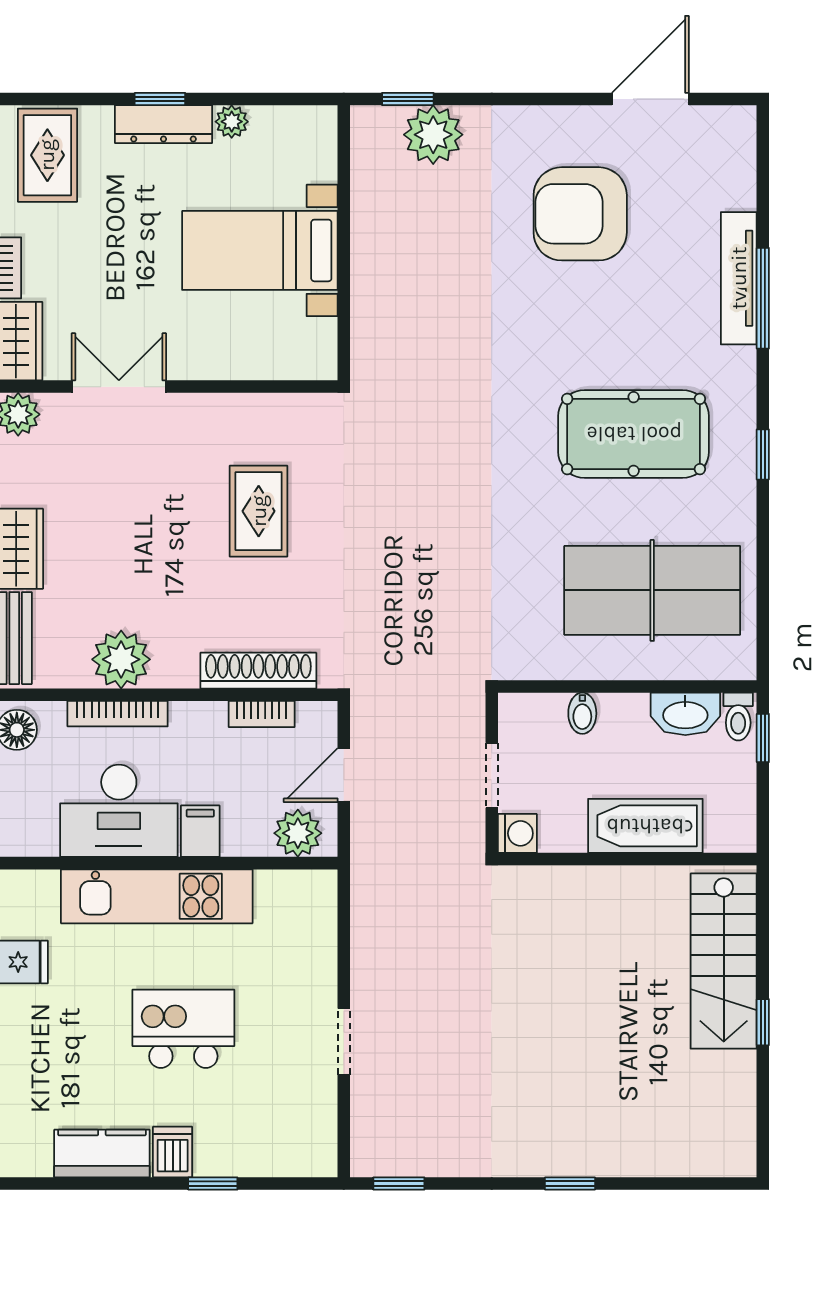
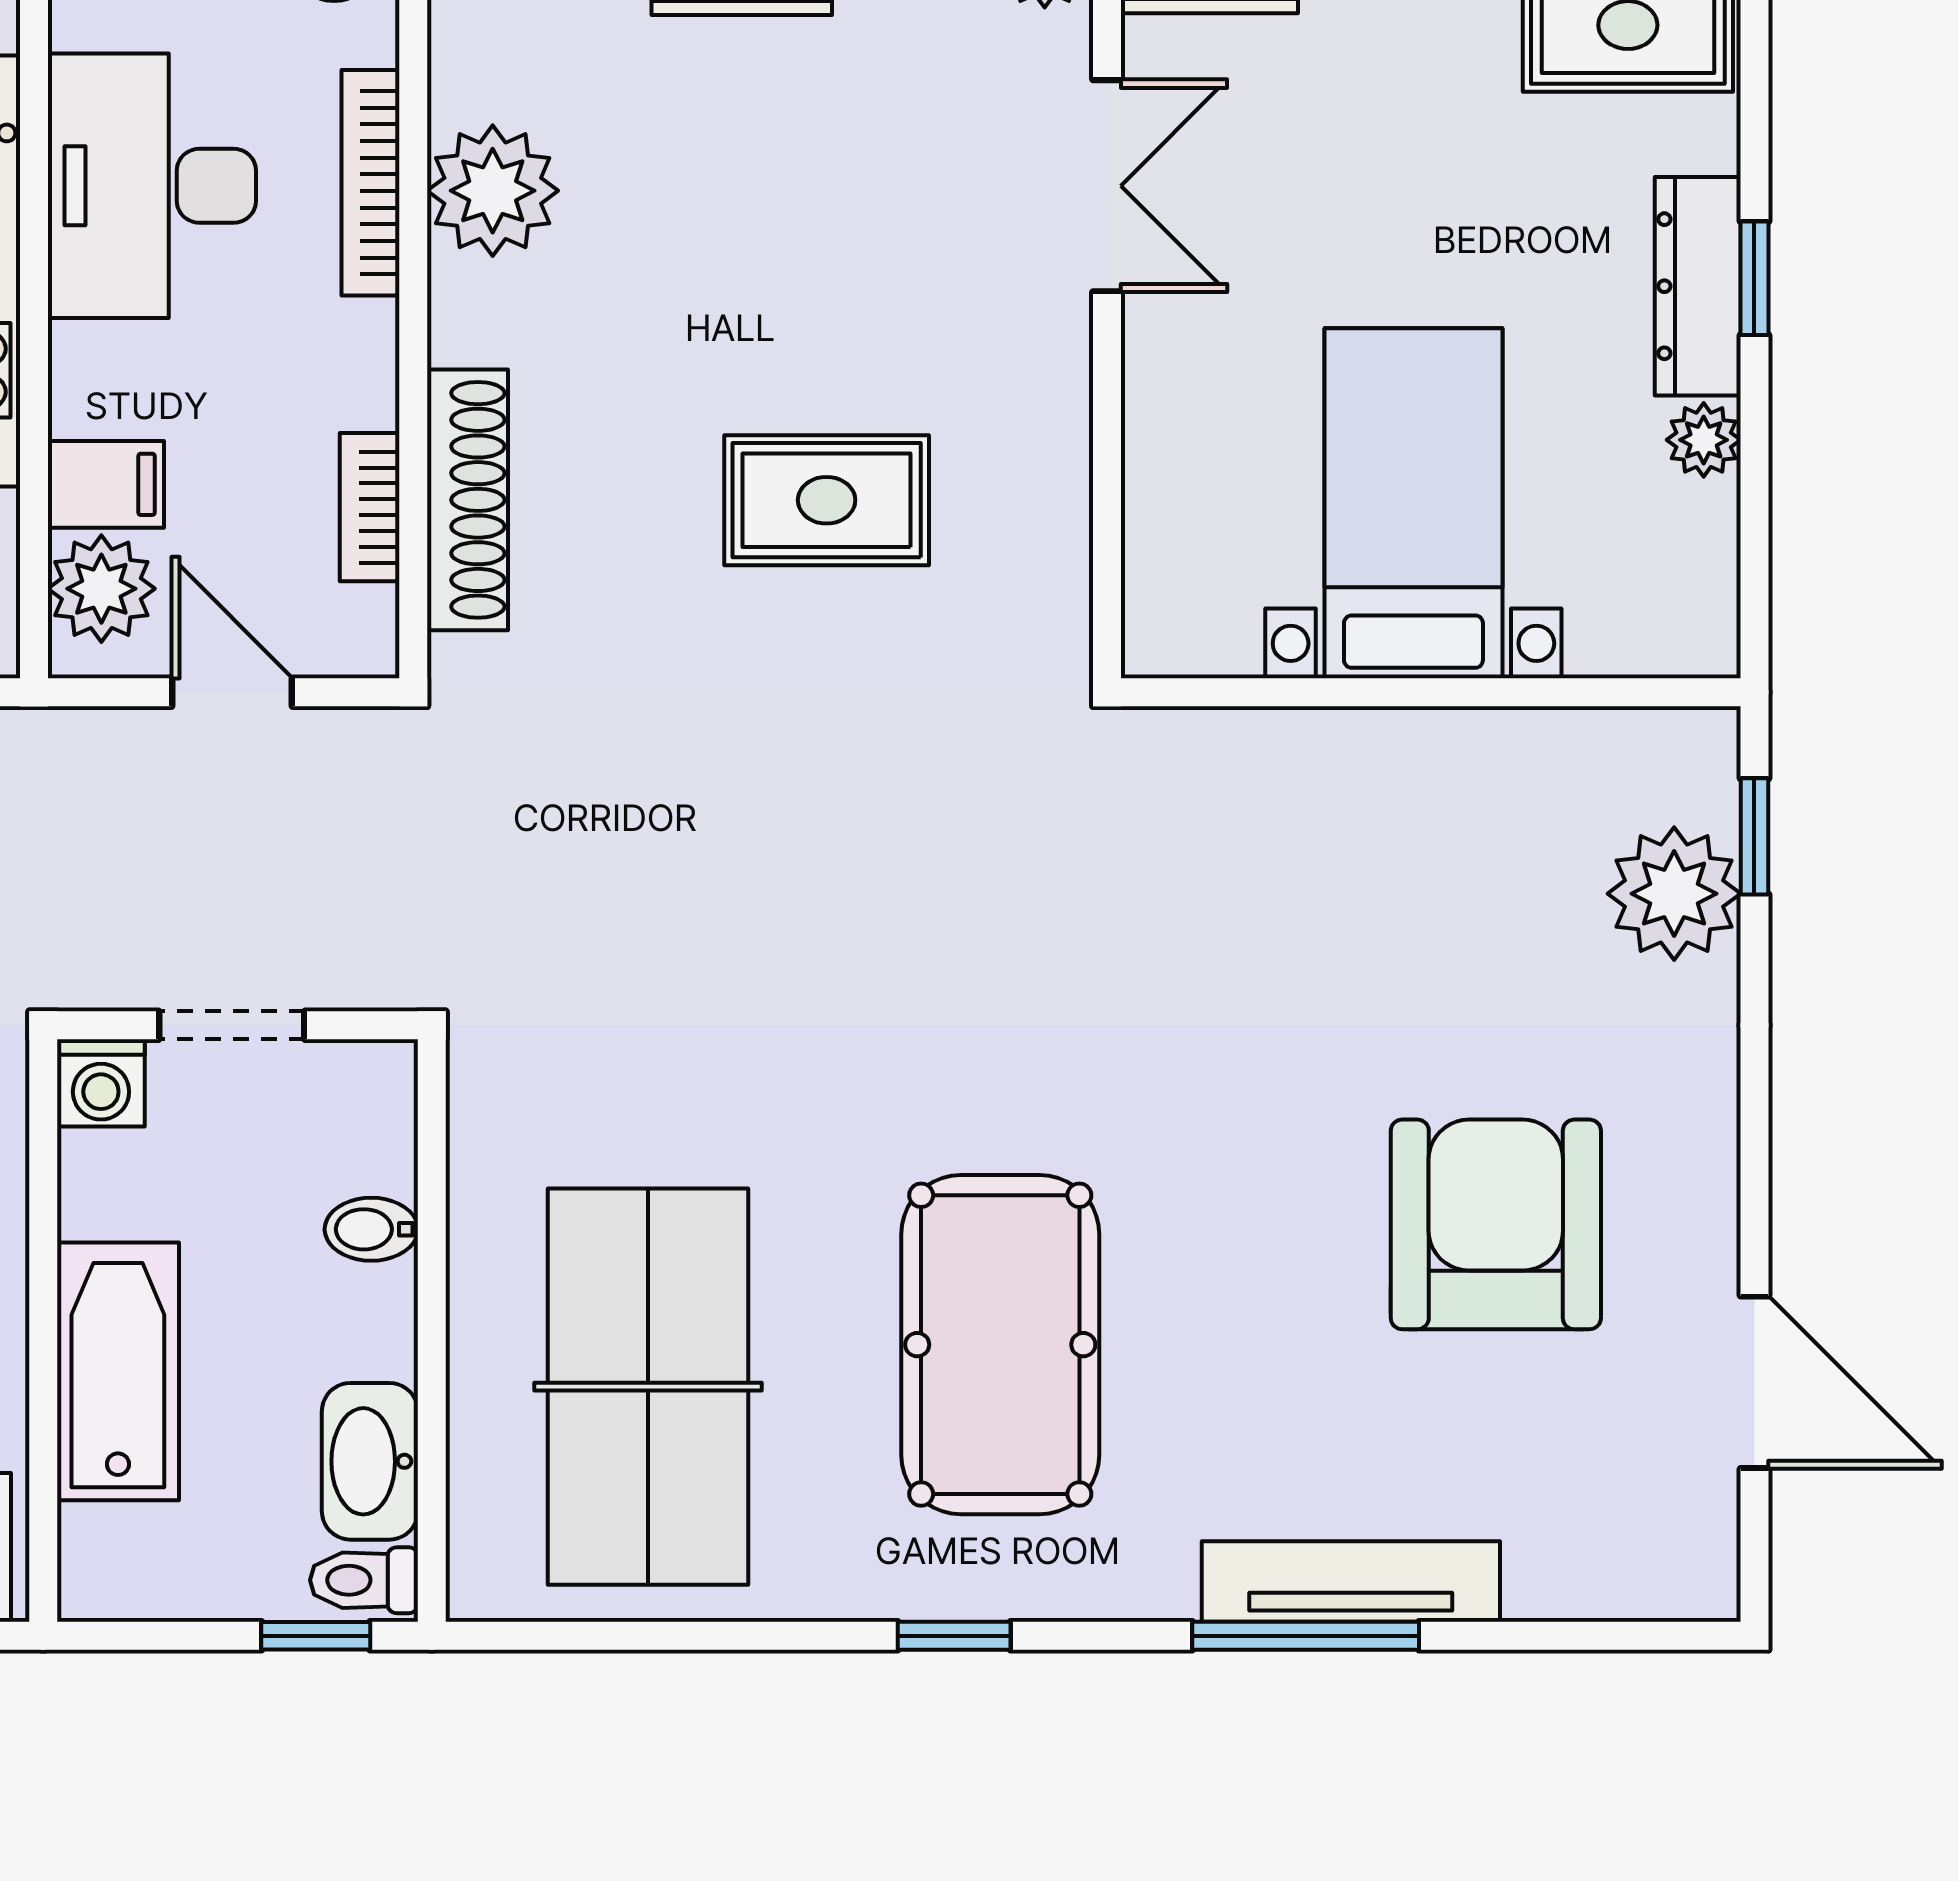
filing cabinet: (200, 831) -> (106, 484), moved

